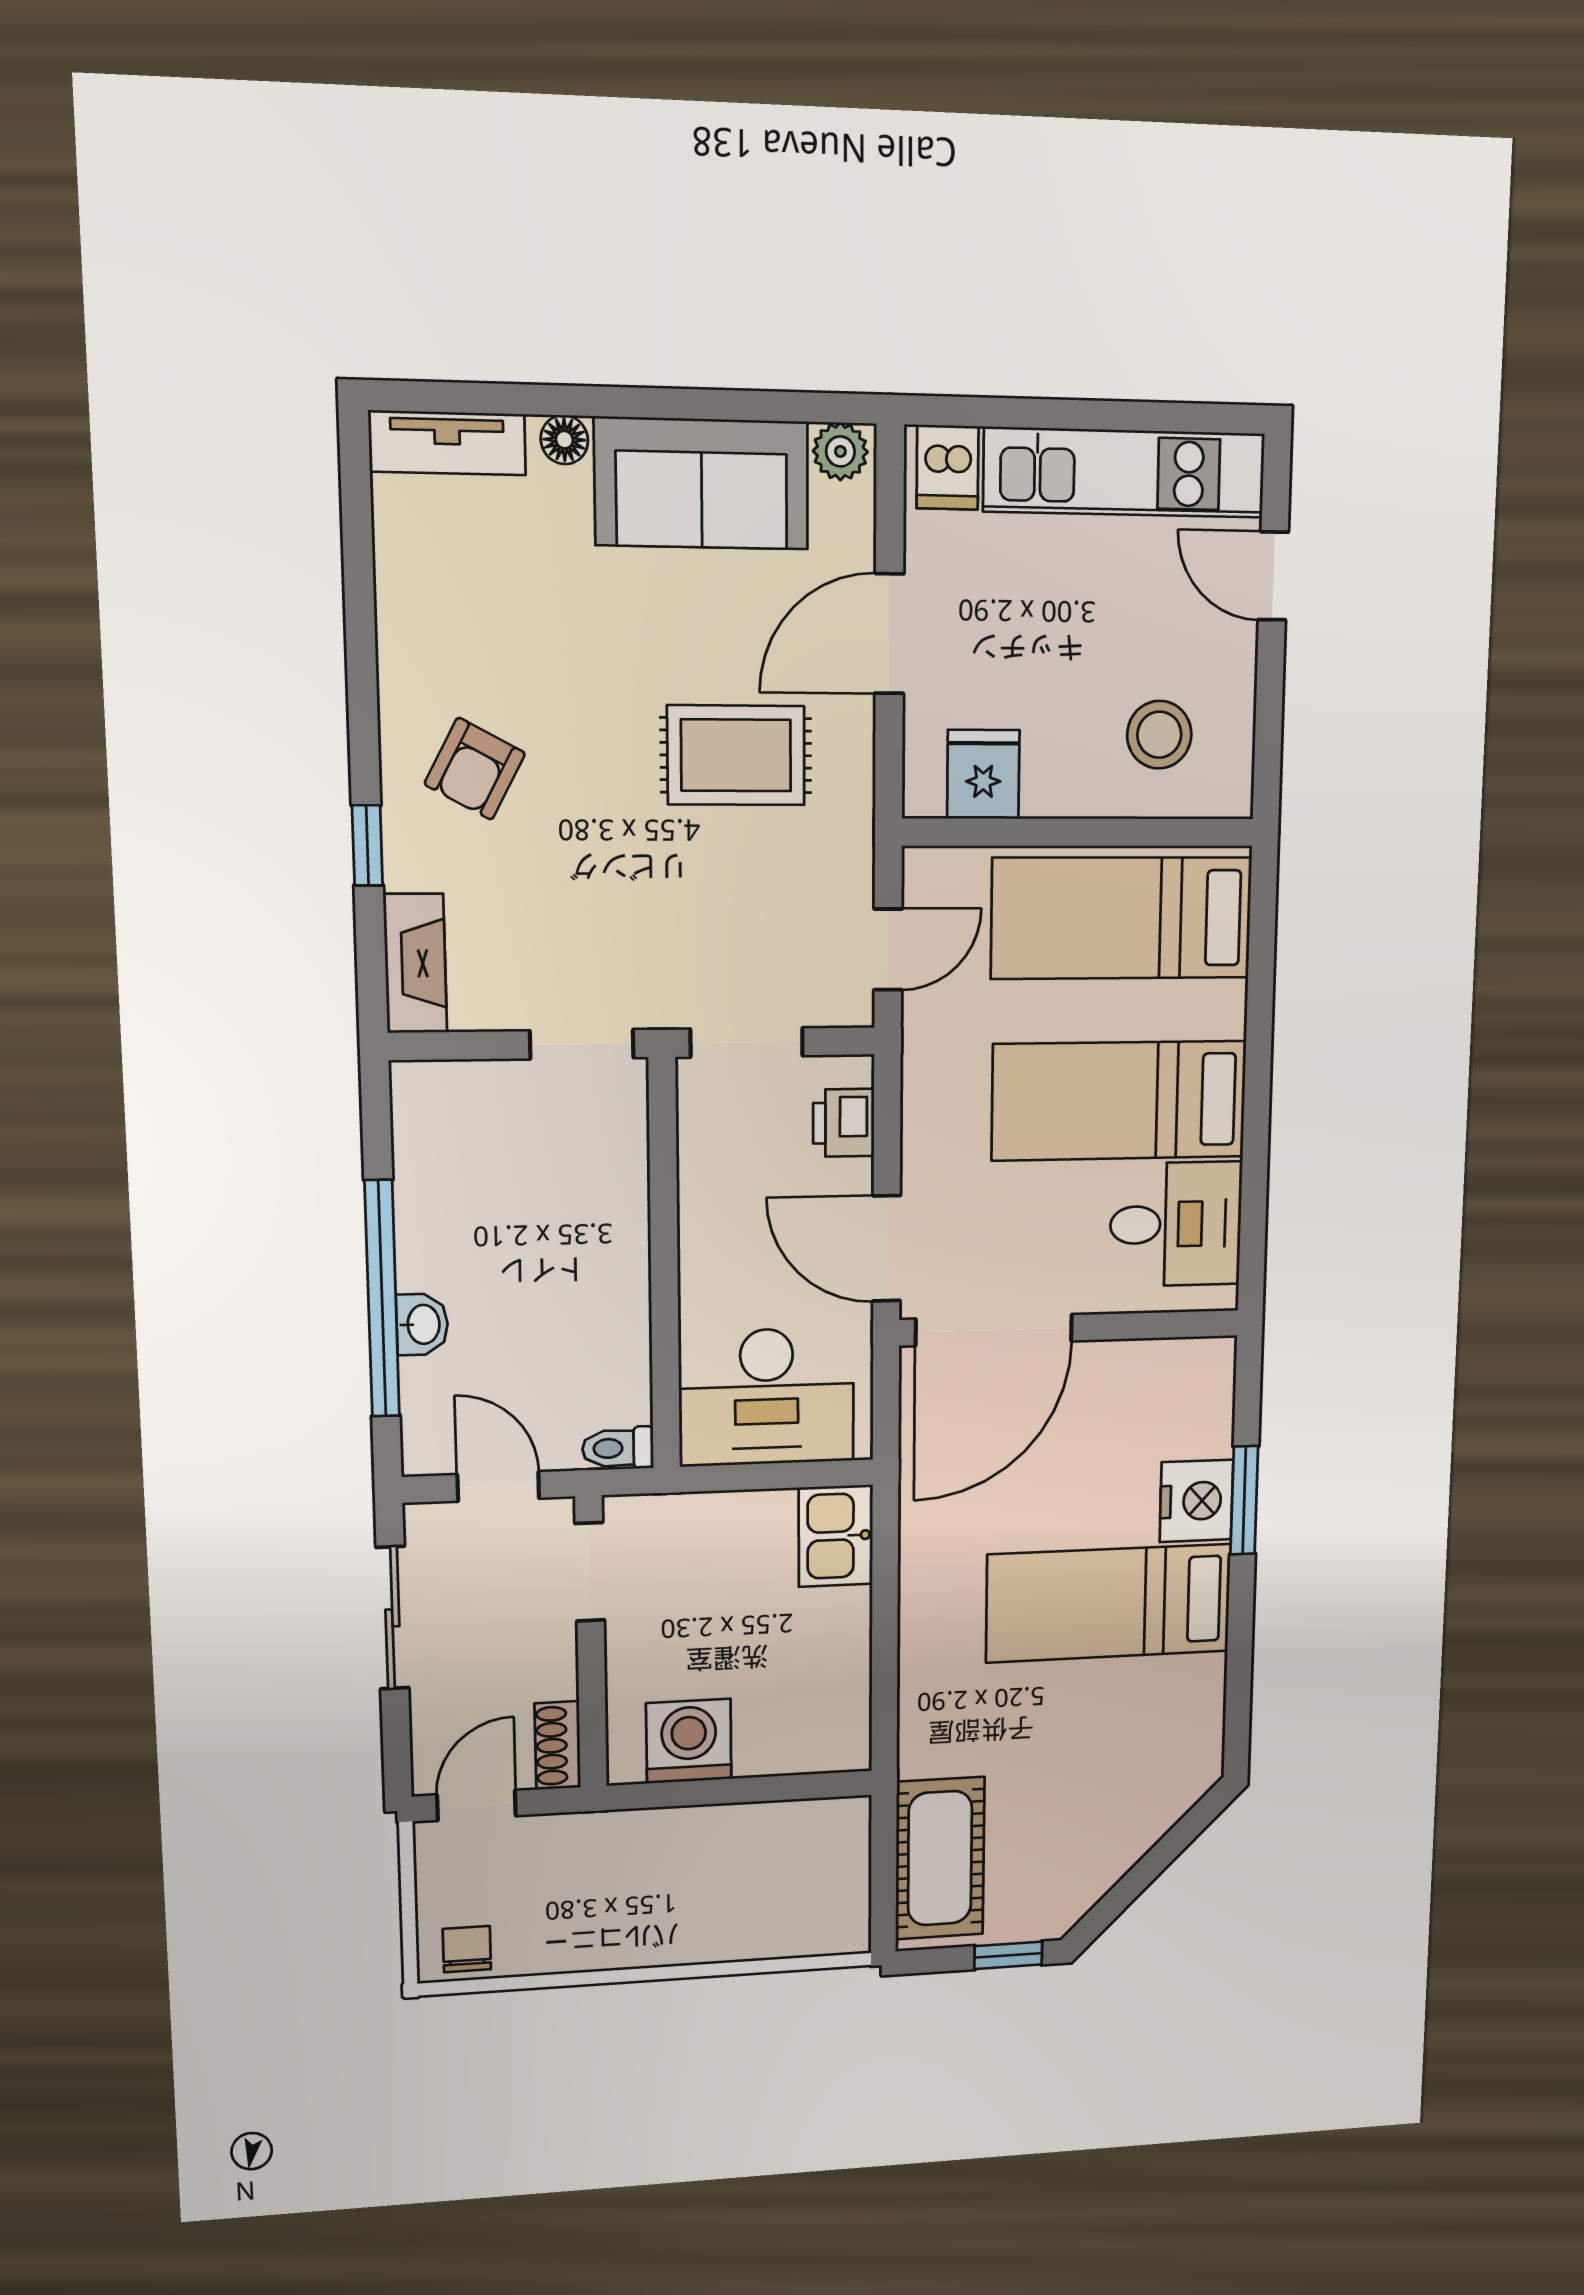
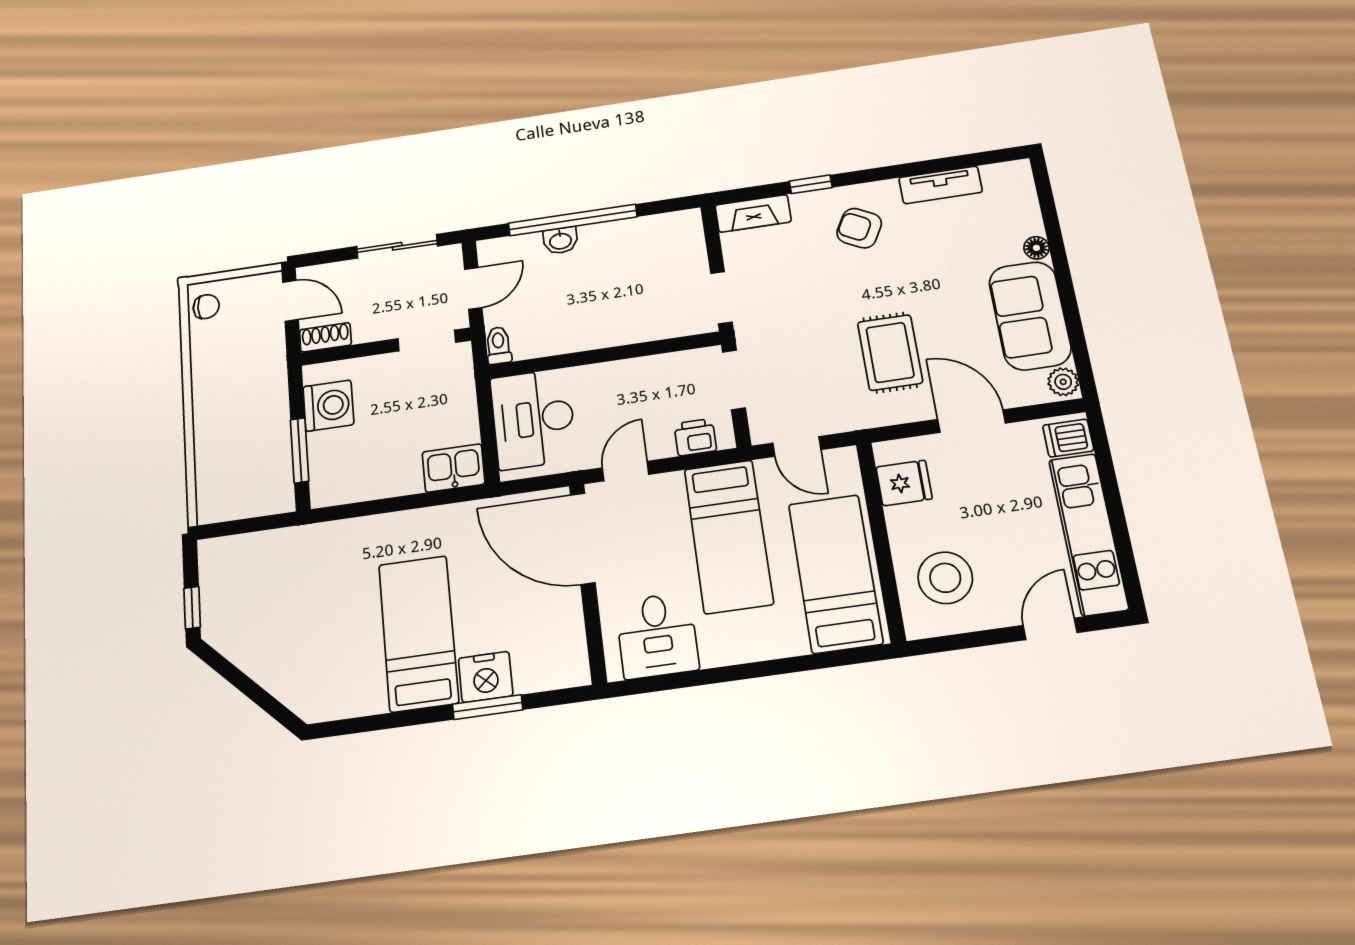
tv unit: (447, 443) -> (941, 185), moved, turned -90
stool: (1159, 735) -> (945, 578), width x1.38, depth x1.38
bed: (1119, 1101) -> (729, 536), moved, turned 180
door: (887, 1248) -> (625, 471), width x0.73
window: (764, 1789) -> (300, 450), added
cot: (940, 1858) -> (256, 557), removed

